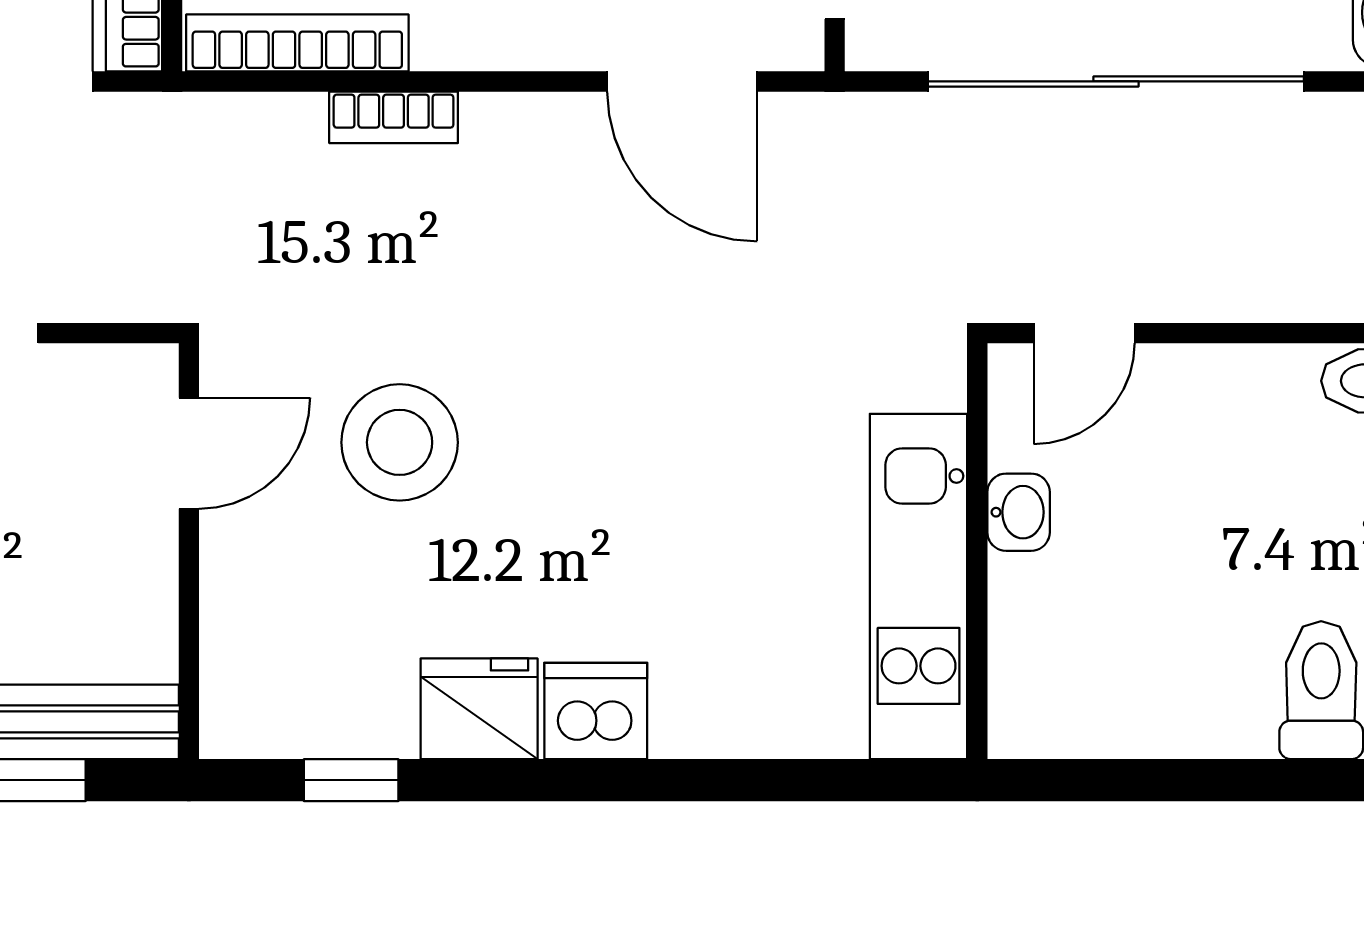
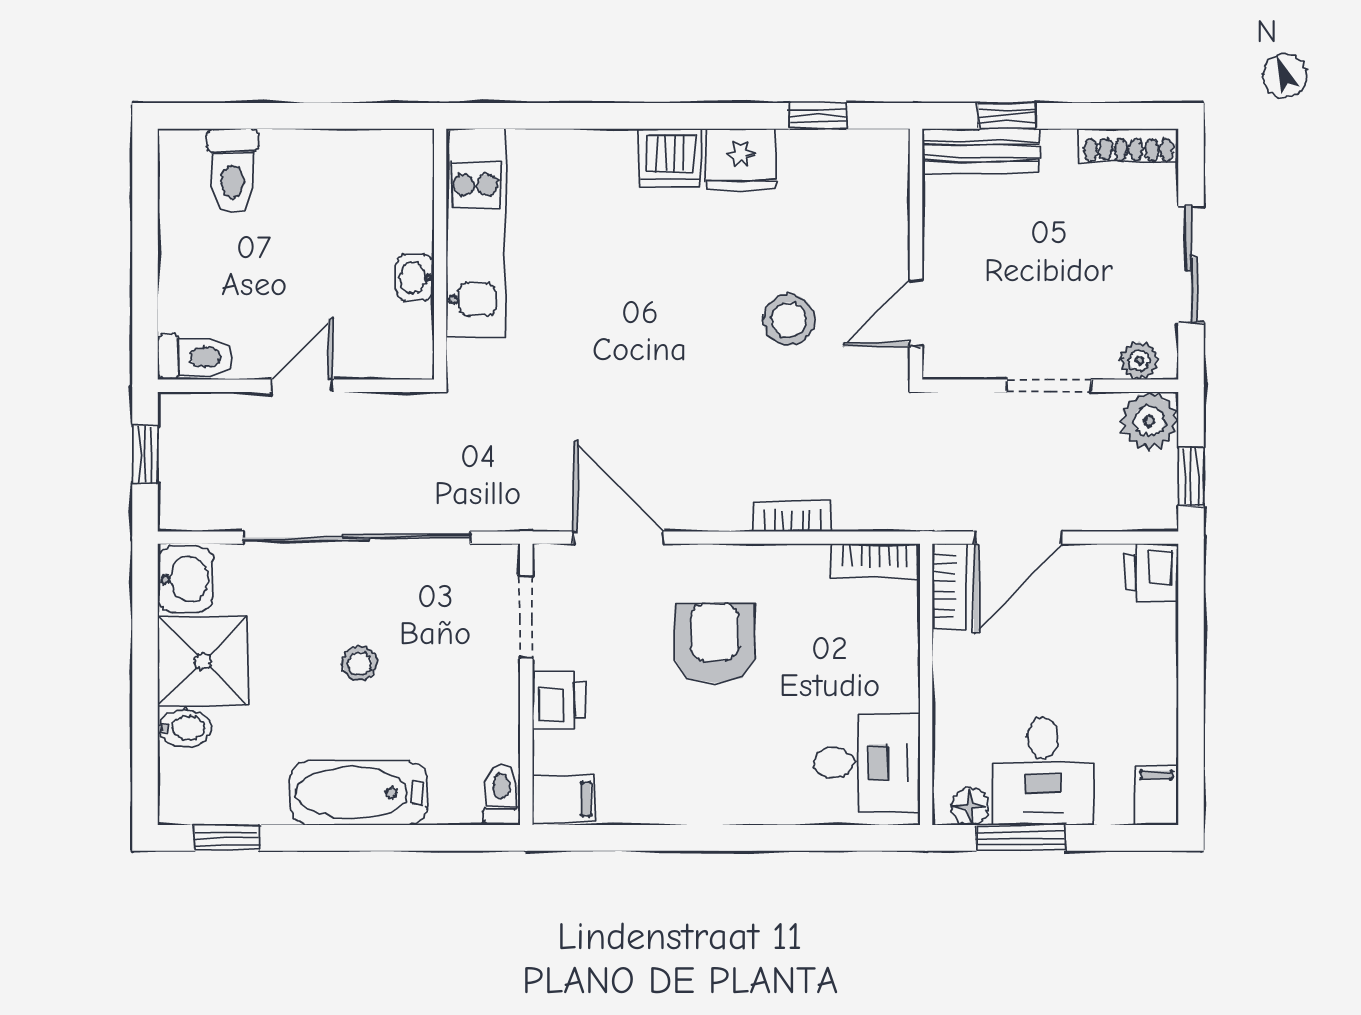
bookcase: (297, 43) -> (875, 561), width x0.64
door: (1084, 333) -> (302, 386), moved
stool: (400, 442) -> (789, 320), width x0.73, depth x0.73

